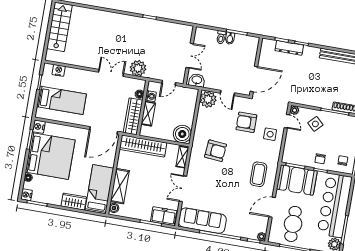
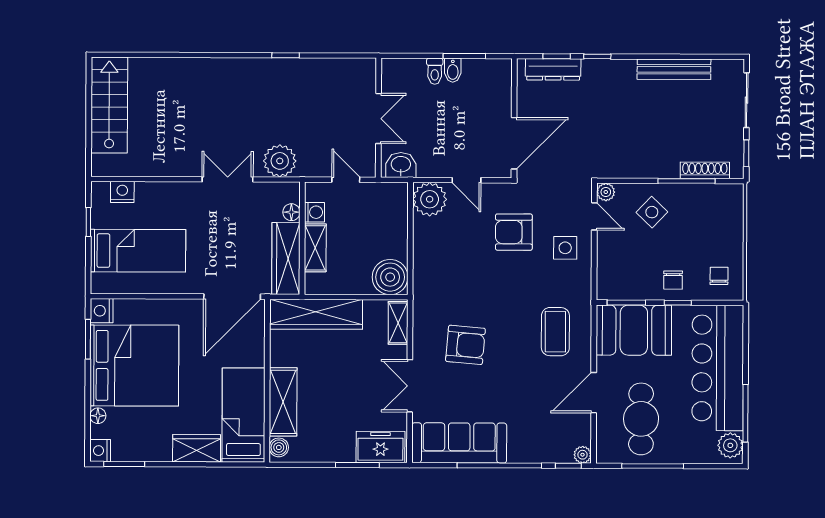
dresser: (289, 48) -> (553, 69), moved
door: (169, 83) -> (346, 180), swing flipped
armchair: (216, 151) -> (465, 345), moved

